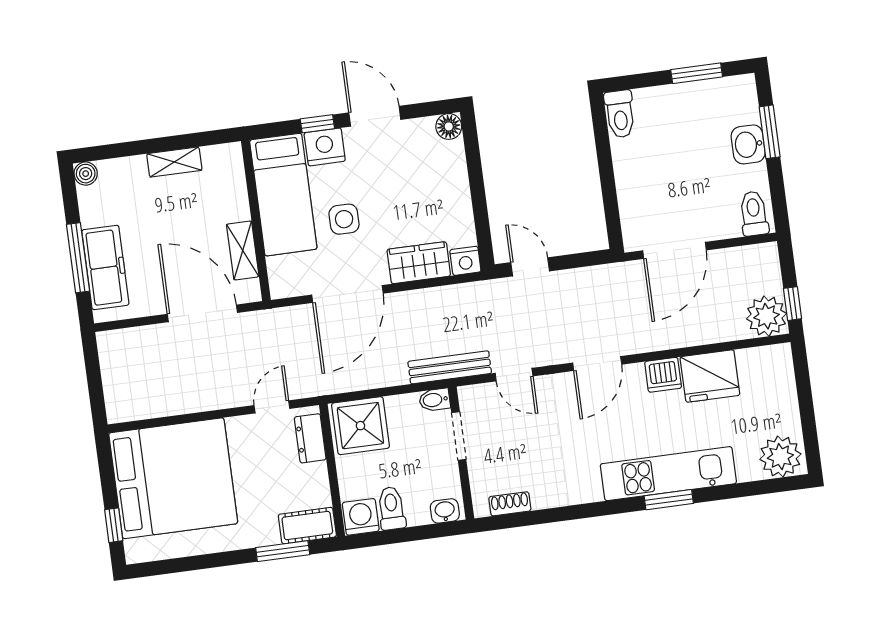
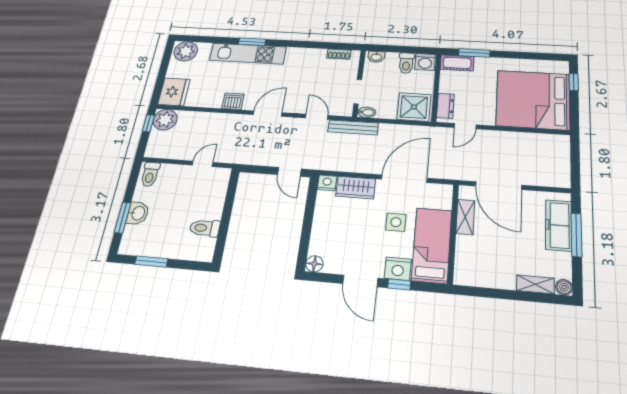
toilet: (620, 114) -> (205, 228), moved, turned -90
shelving: (174, 162) -> (535, 284), moved
door: (674, 250) -> (203, 164), width x0.53
fridge: (710, 376) -> (174, 92), moved, turned 90

